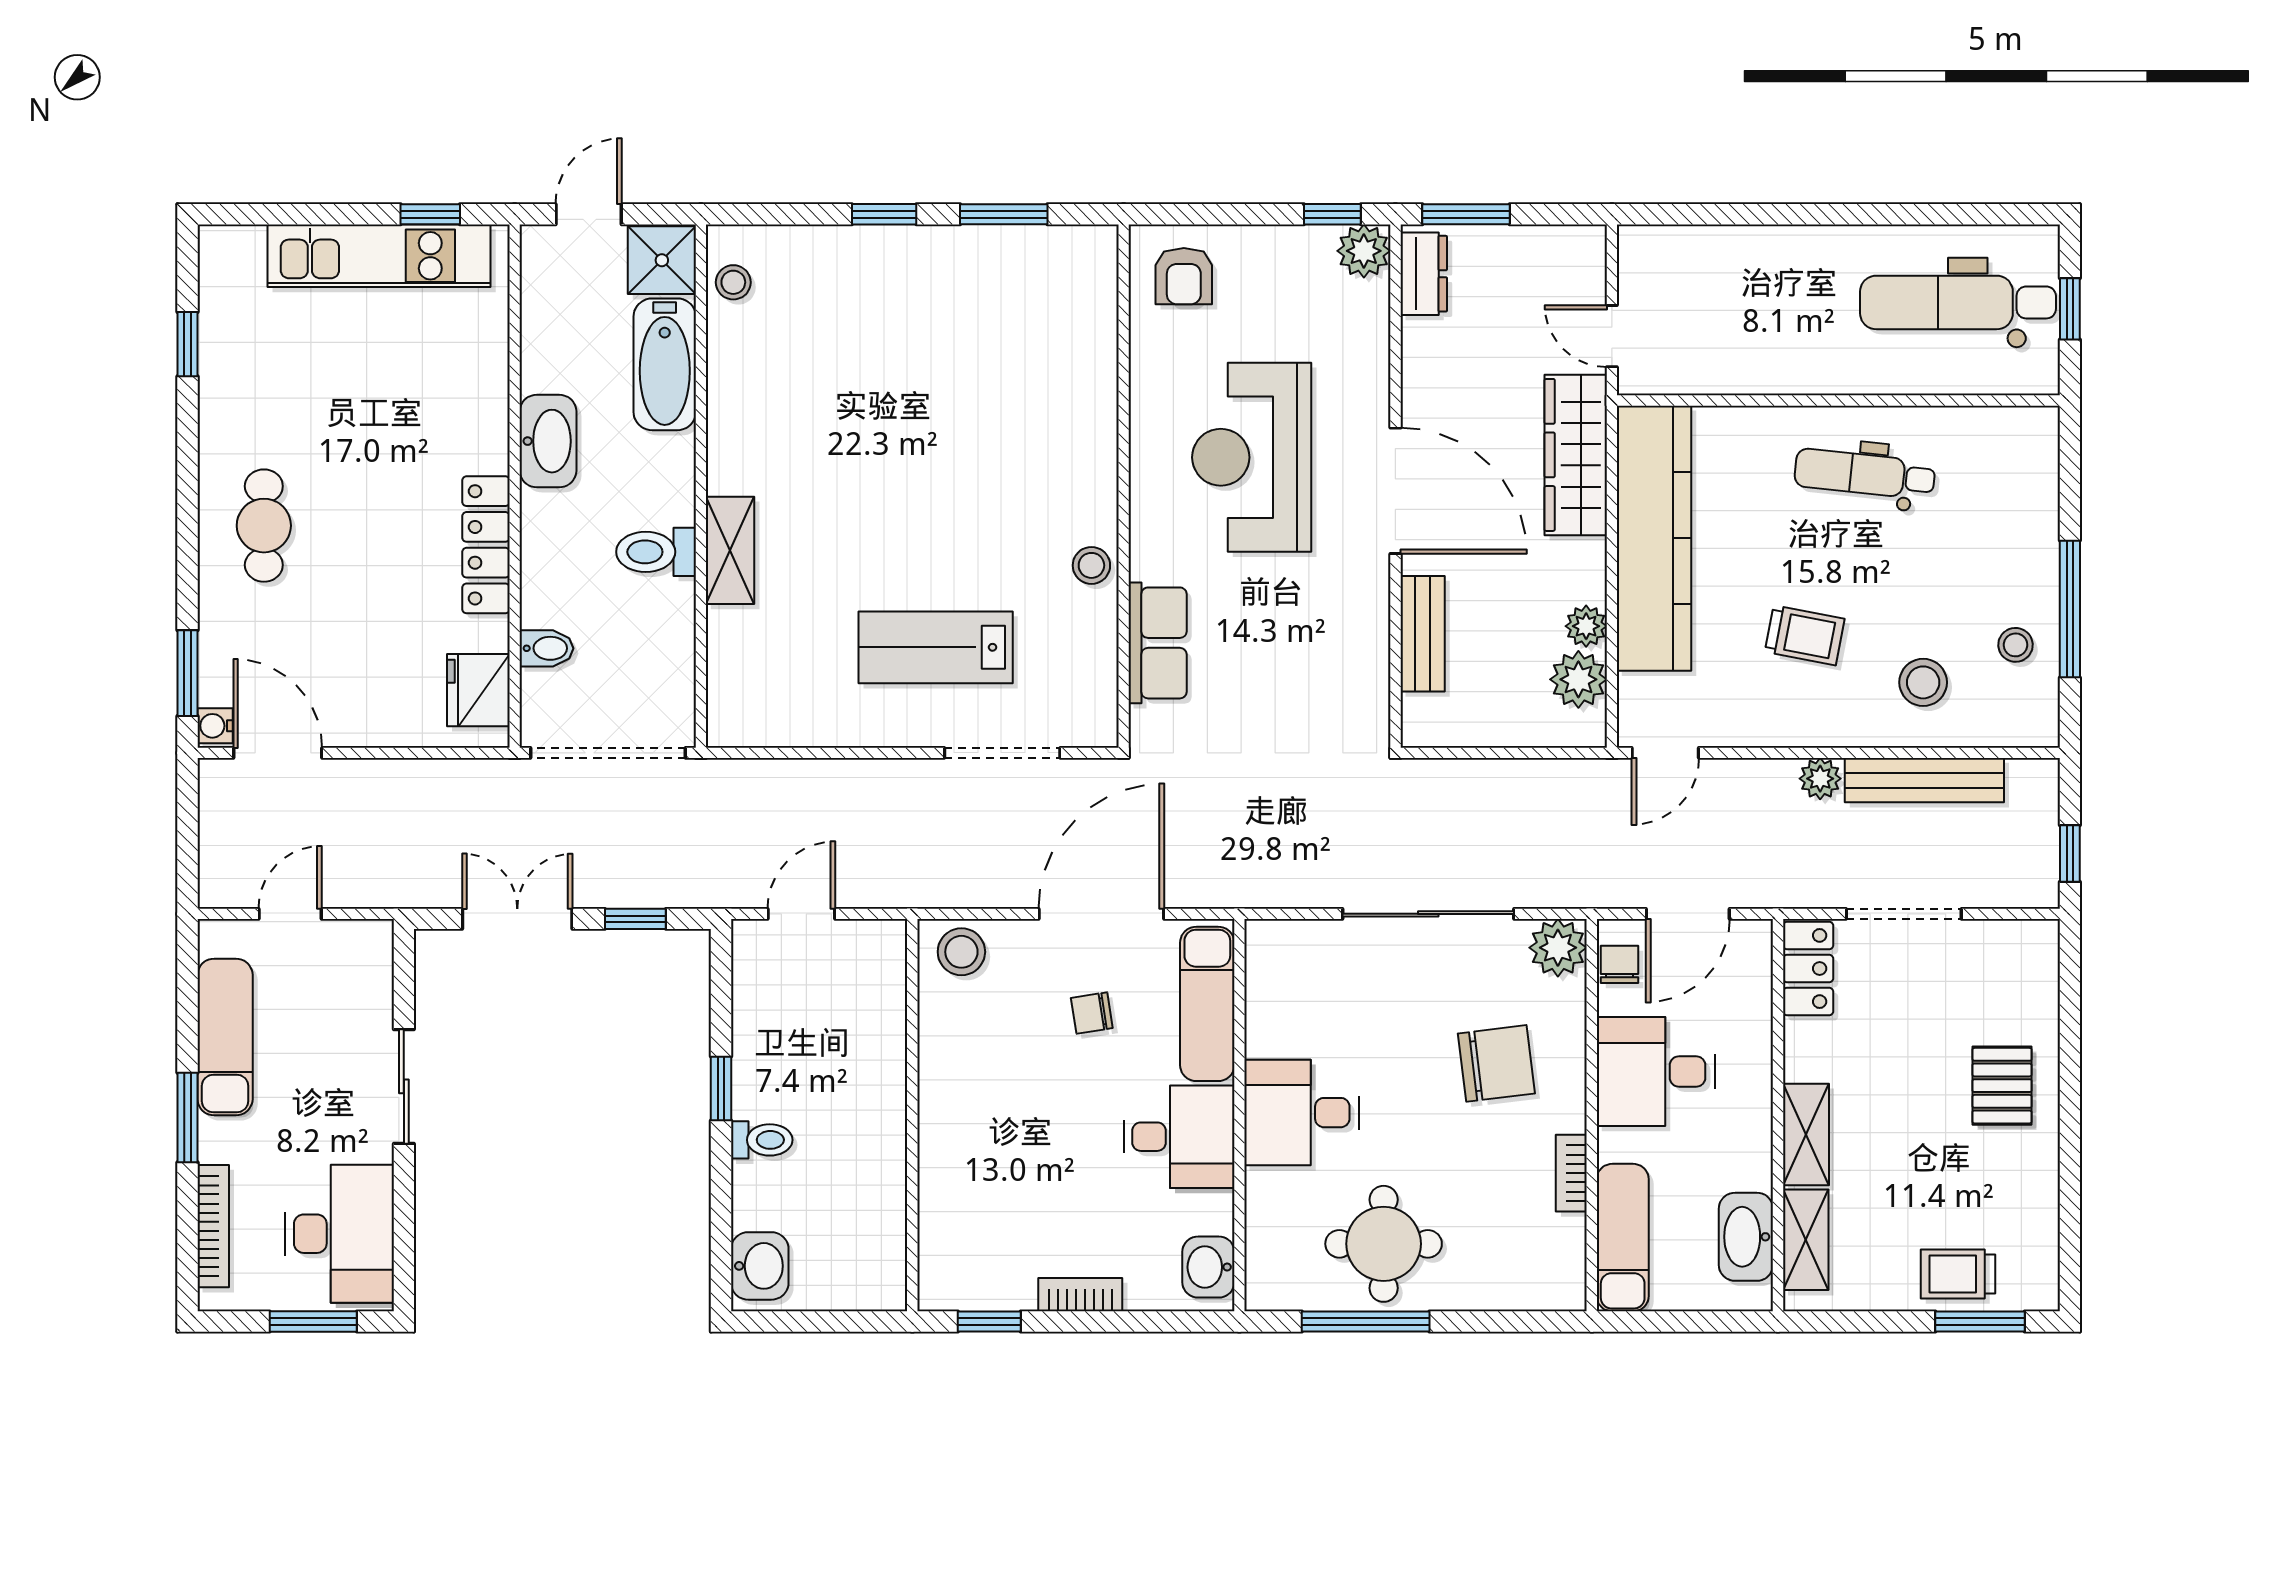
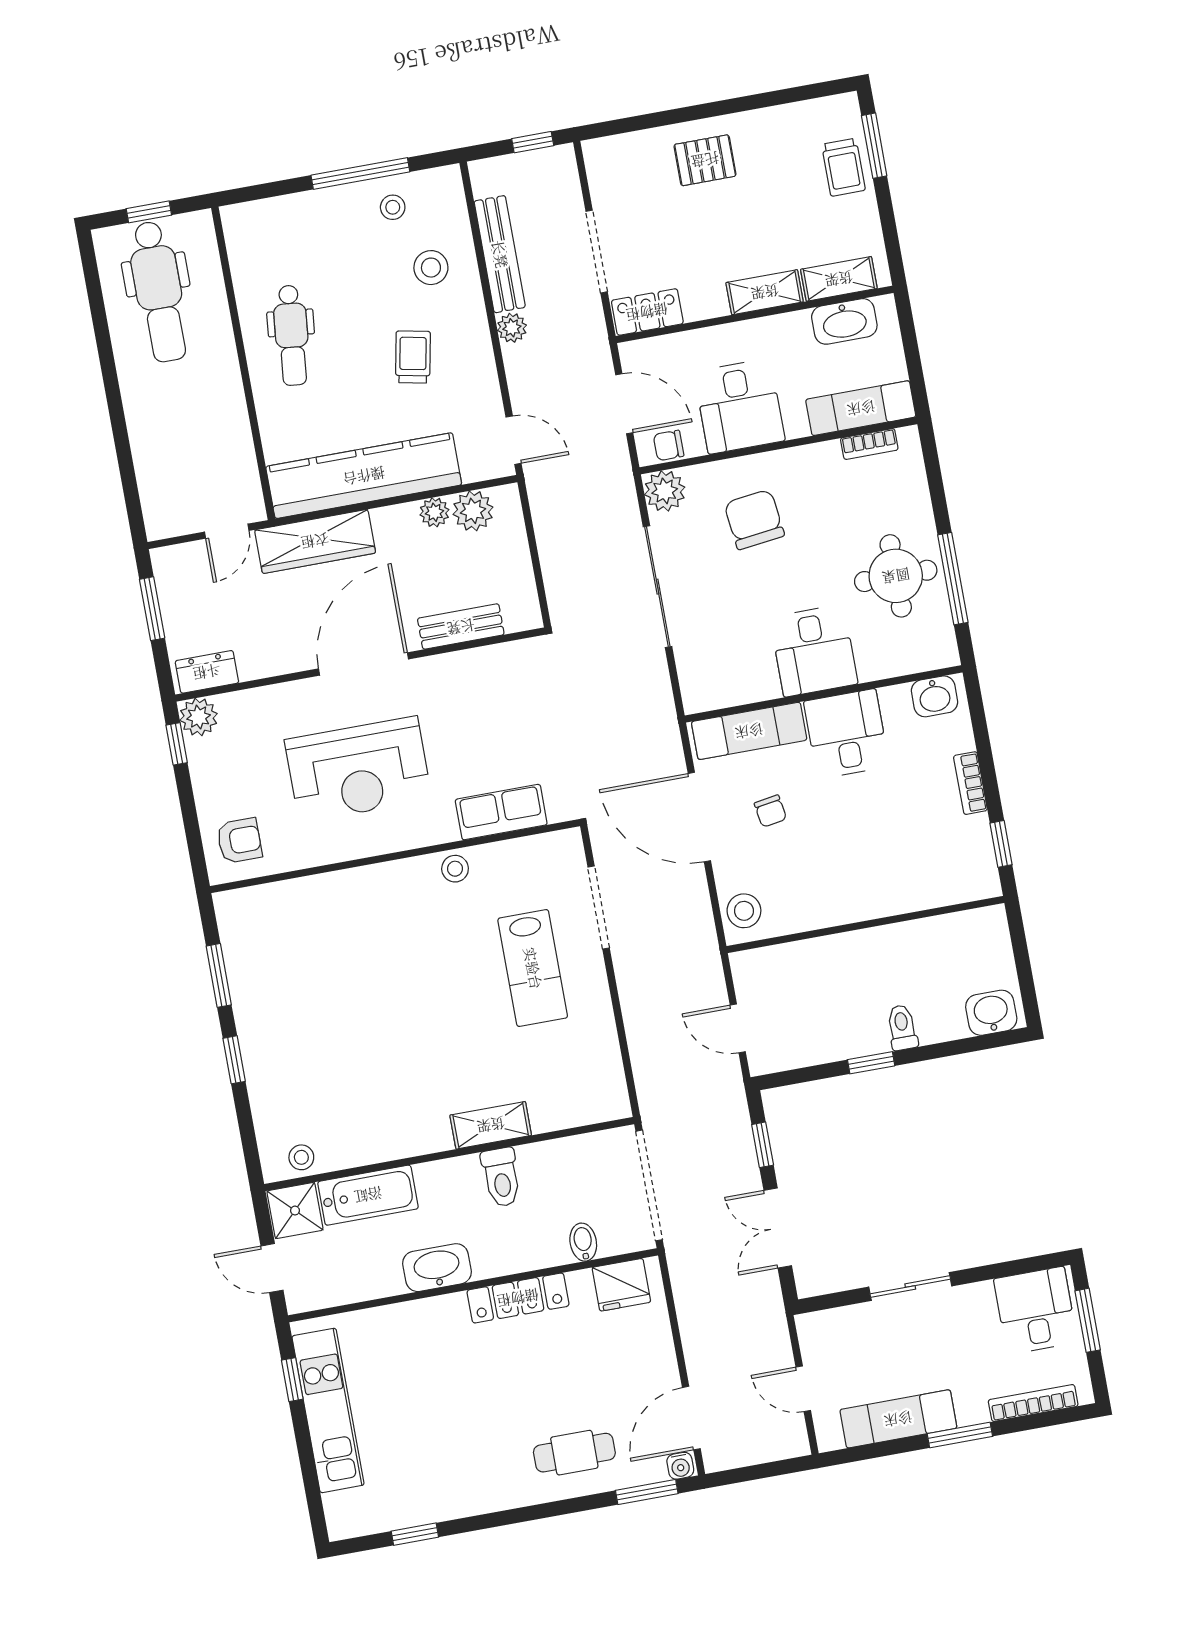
window: (1466, 214) -> (152, 609), moved
cafe table: (264, 526) -> (574, 1453), moved
bookcase: (1571, 1173) -> (869, 444), moved
desk: (340, 1234) -> (1036, 1311), width x0.73

